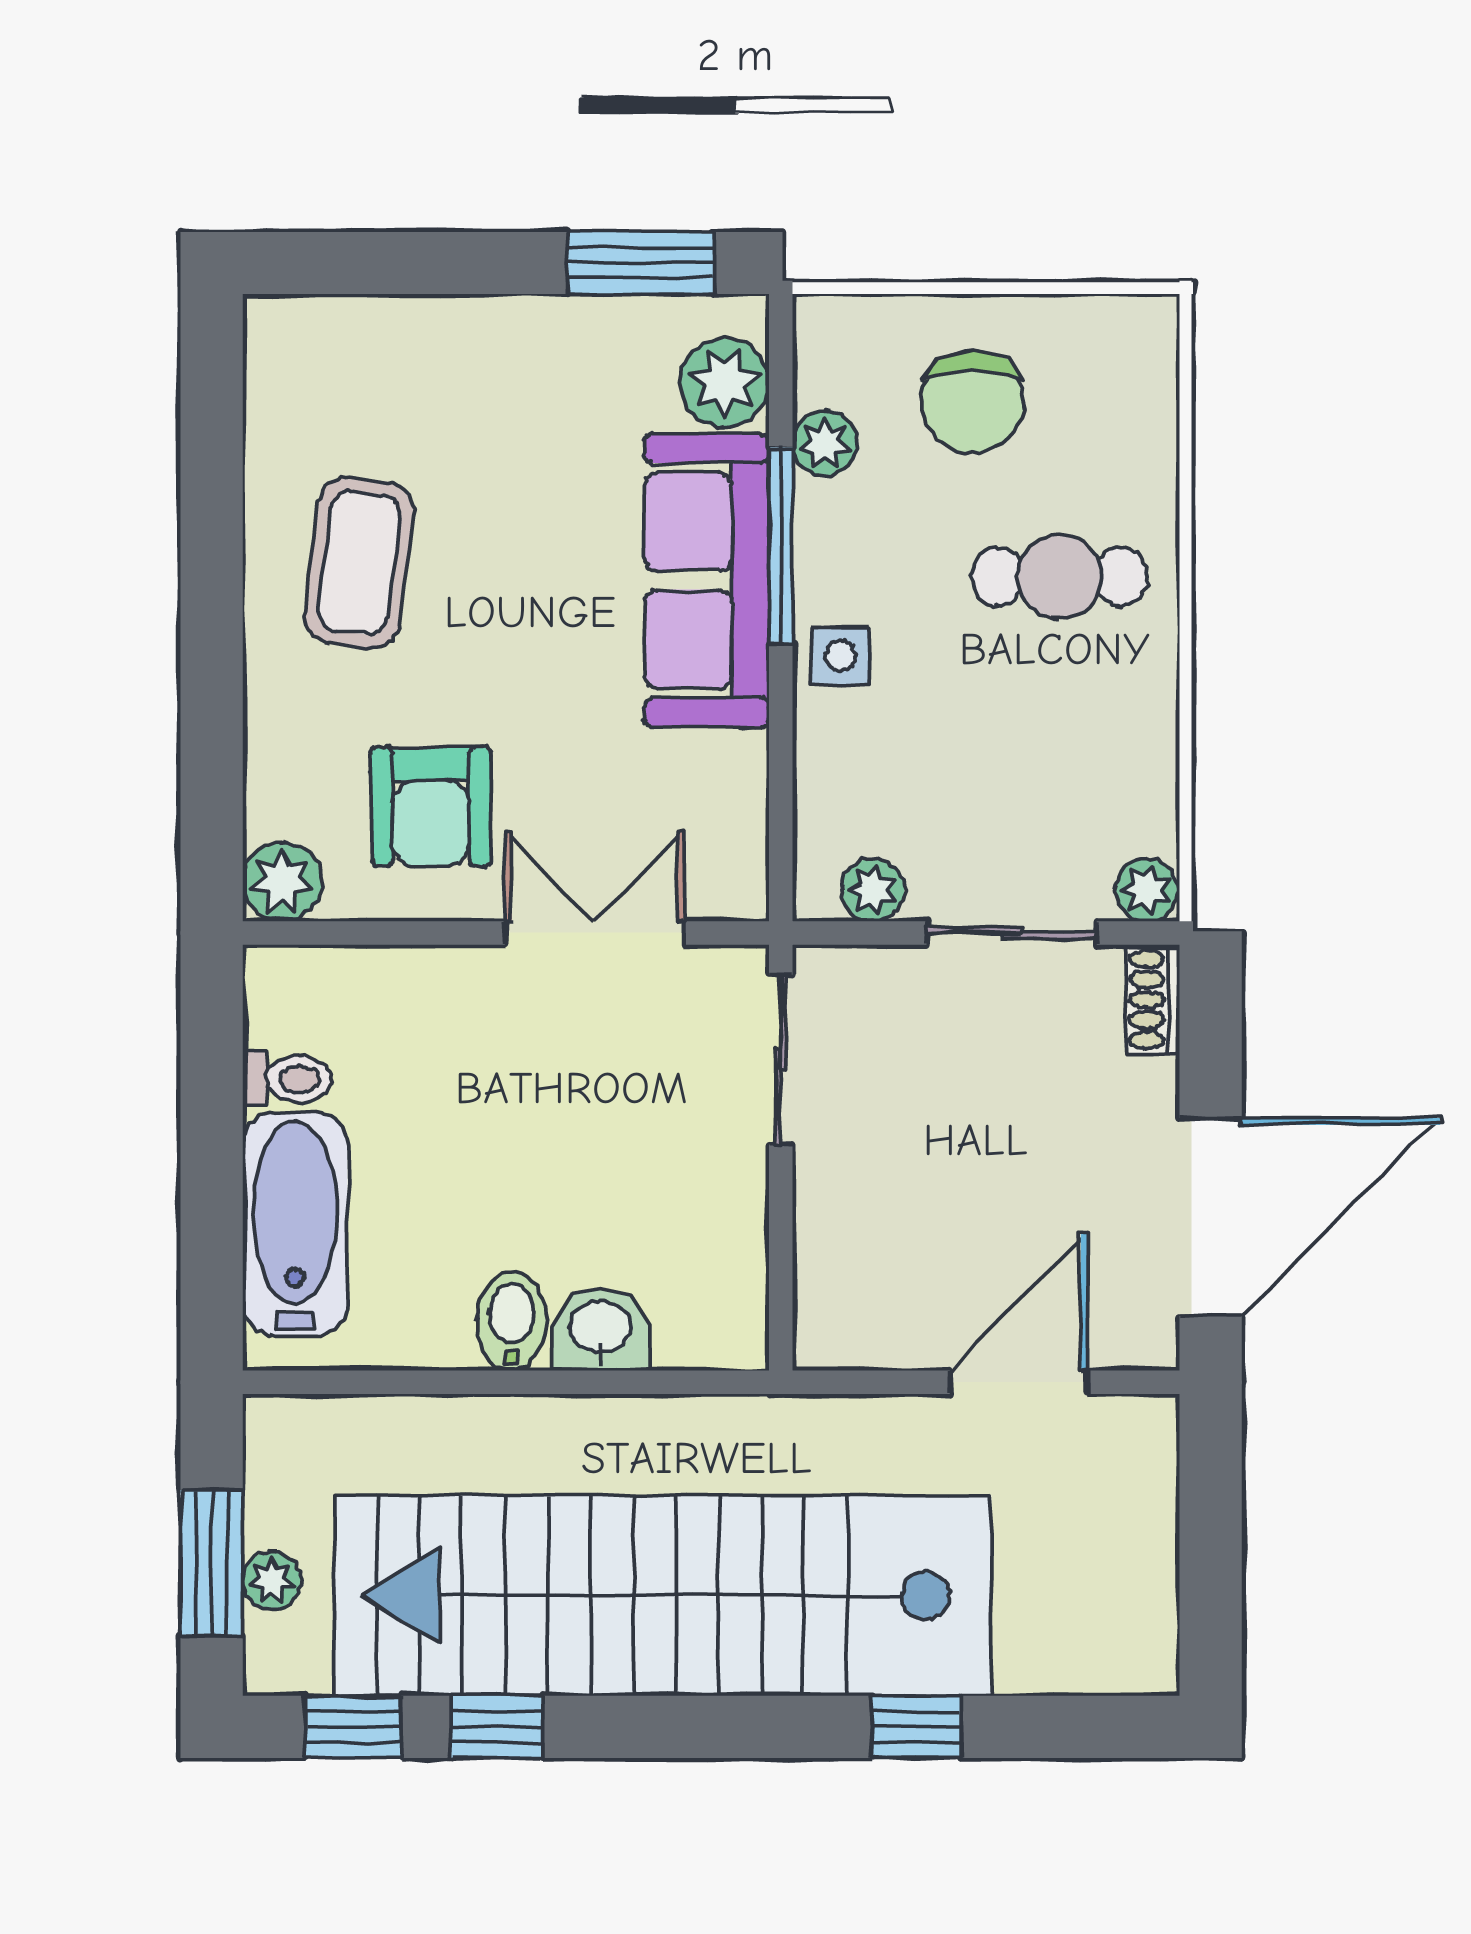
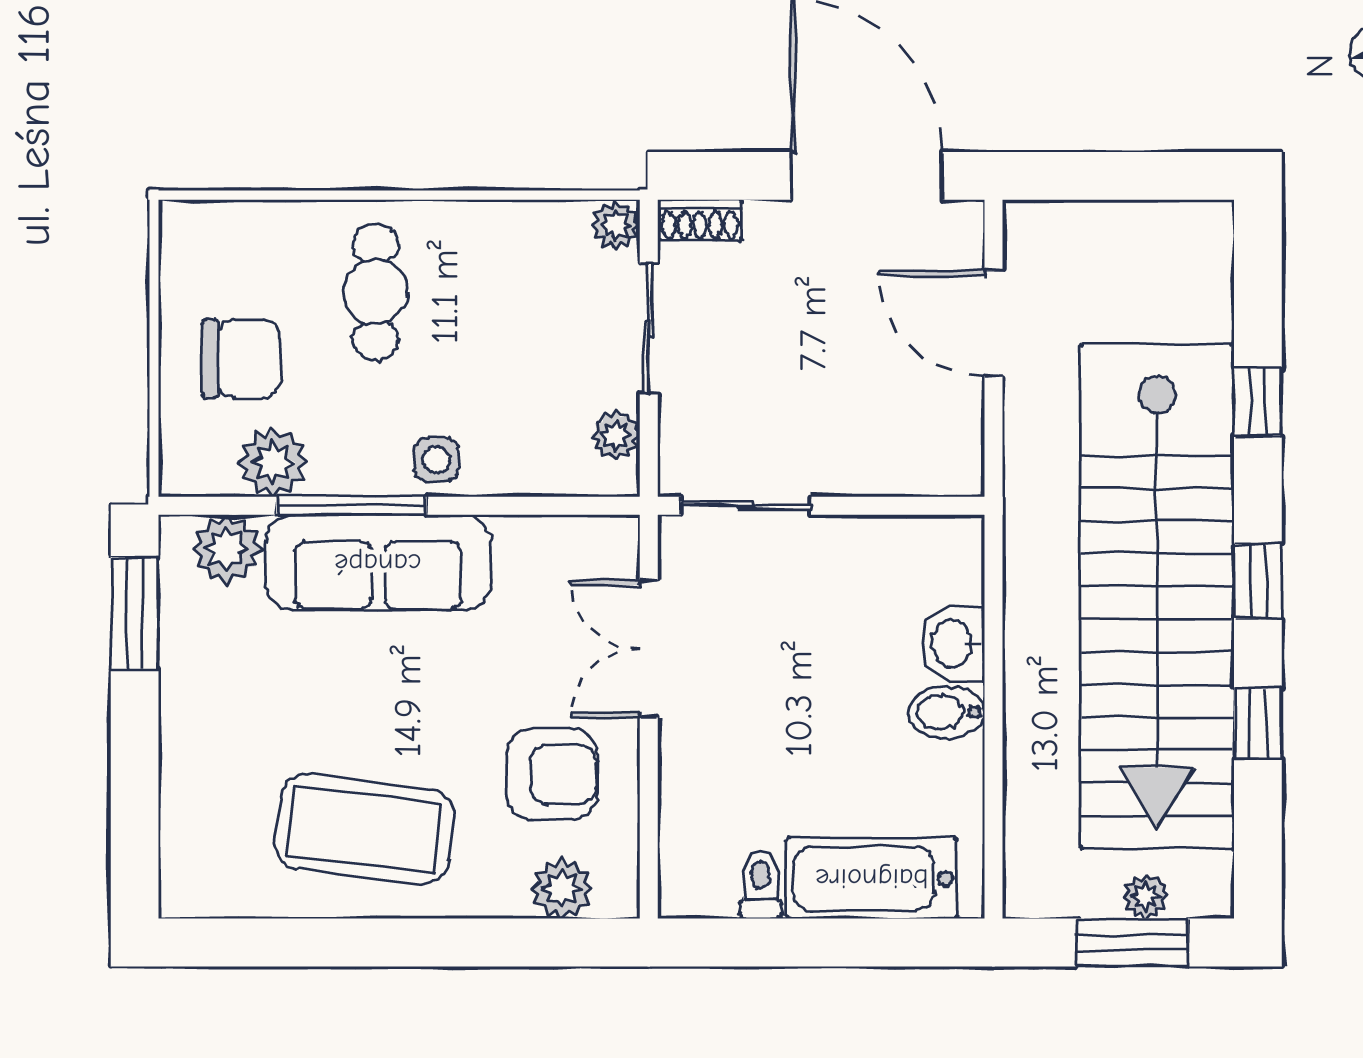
plant: (825, 443) -> (273, 462), width x1.38, depth x1.38
coffee table: (359, 563) -> (365, 829), width x1.36, depth x1.32
plant: (282, 882) -> (561, 888), moved
window: (353, 1727) -> (1258, 581), moved

